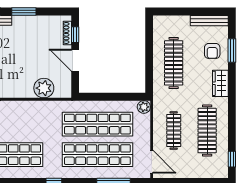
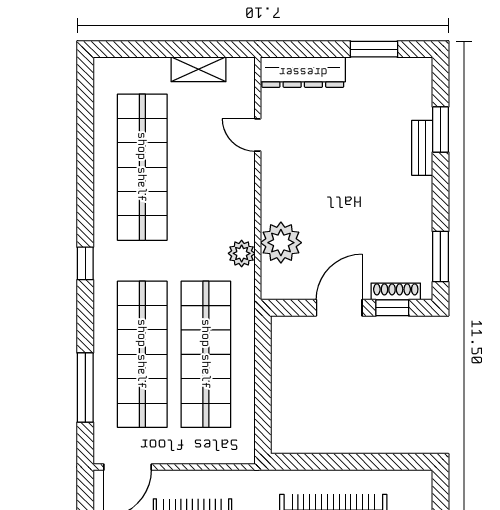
window: (24, 12) -> (440, 257), moved
plant: (144, 107) -> (242, 253), moved

